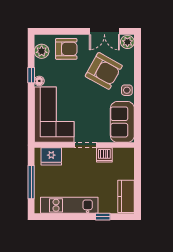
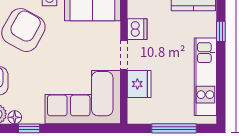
floor lamp: (39, 81) -> (15, 117), moved
fridge: (51, 156) -> (139, 84), moved

